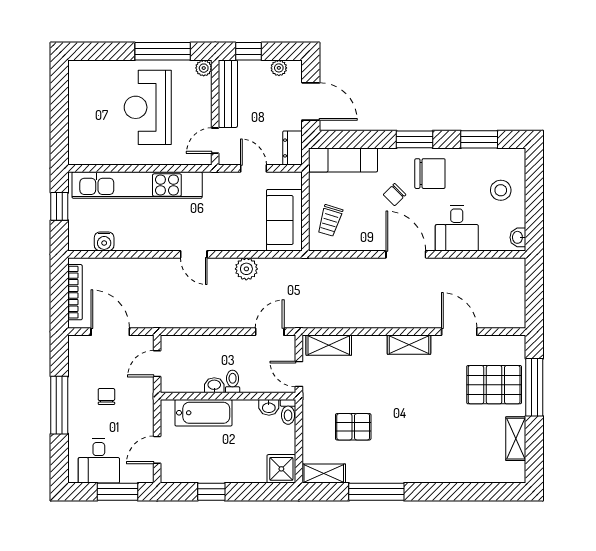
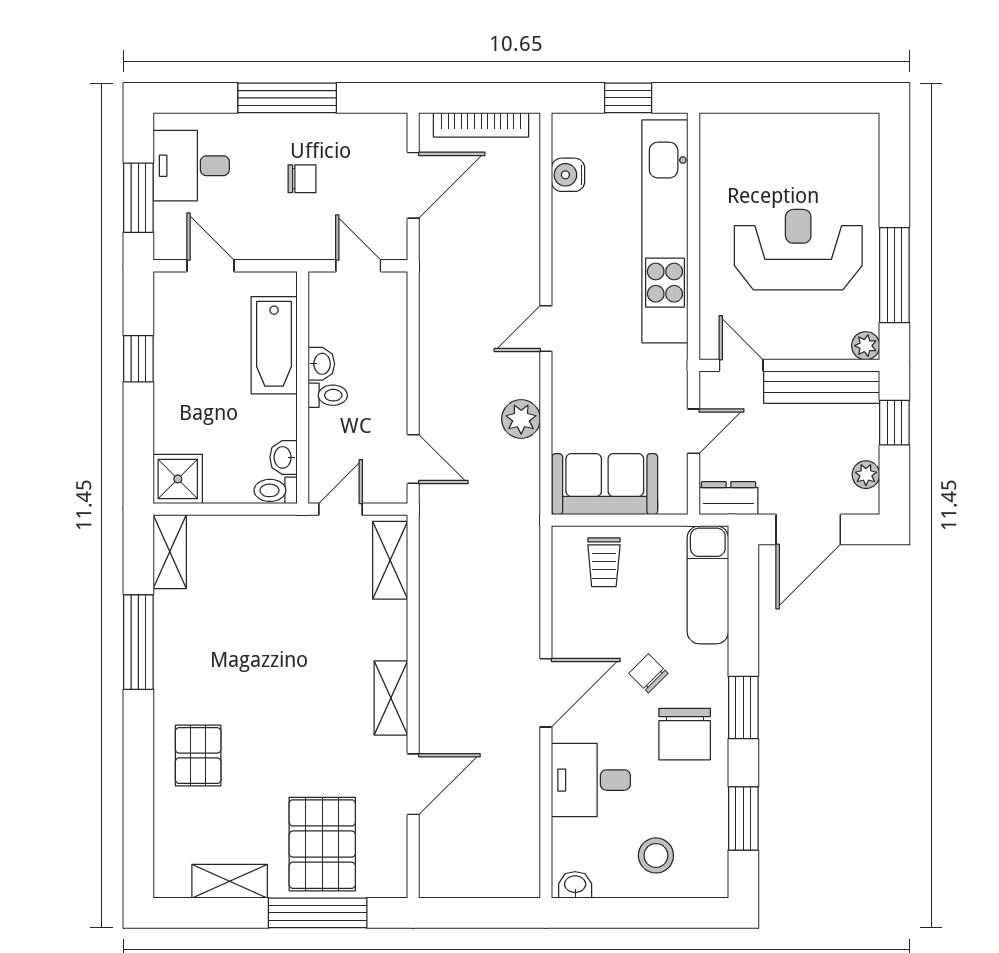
trolley: (330, 221) -> (604, 562), turned -107
pallet: (353, 427) -> (198, 756), moved

